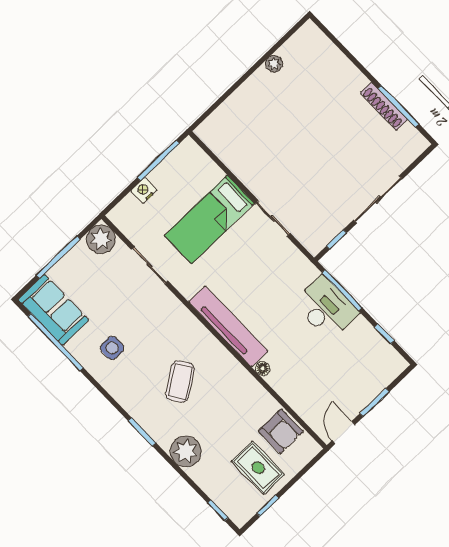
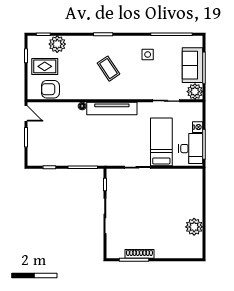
plant: (274, 64) -> (194, 227), width x1.88, depth x1.88
desk: (326, 308) -> (191, 149), moved, turned -90
sofa: (53, 310) -> (193, 65), moved, turned 90
plant: (186, 451) -> (57, 44), moved

